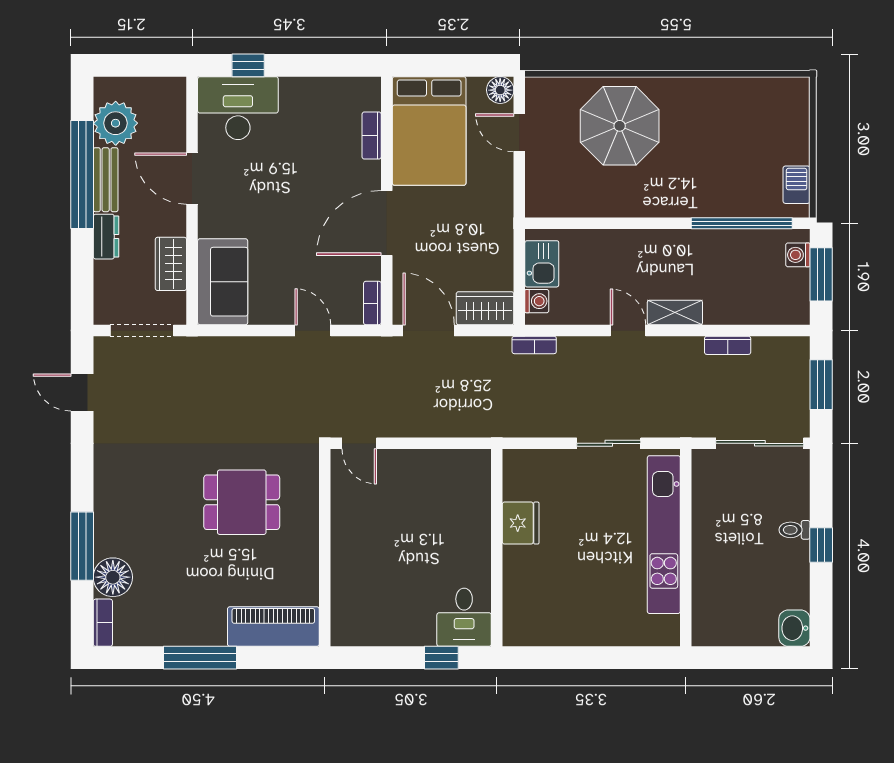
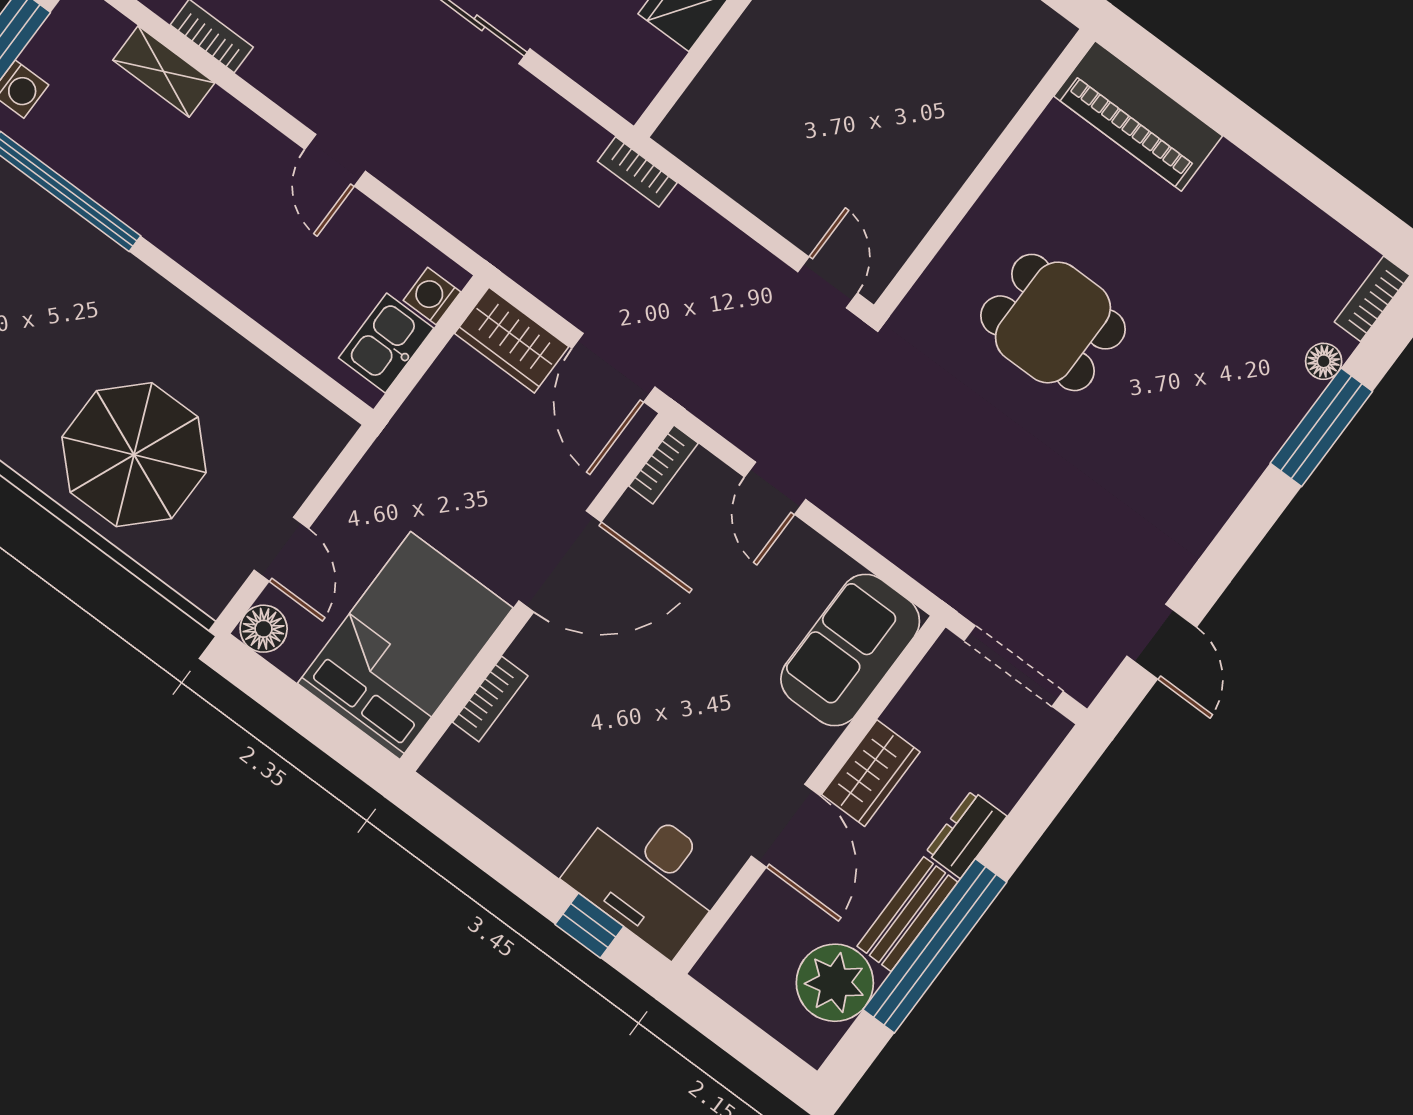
wardrobe: (171, 264) -> (871, 773), moved
shelving: (675, 312) -> (164, 72), moved
bookcase: (534, 345) -> (637, 172), moved, turned 180
floor lamp: (113, 577) -> (1324, 361), width x0.53, depth x0.53
window: (200, 658) -> (1273, 149), removed

